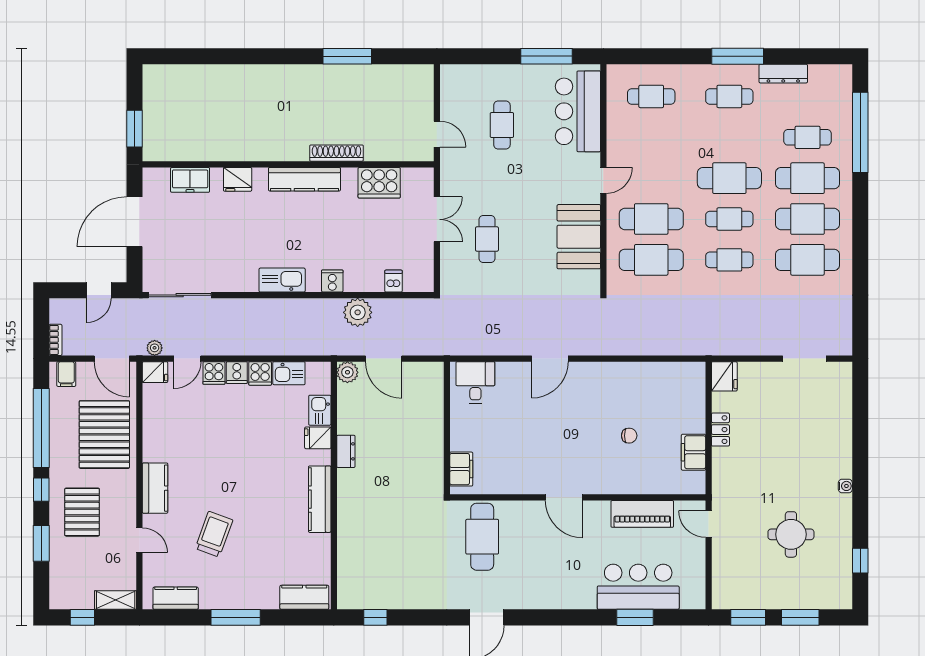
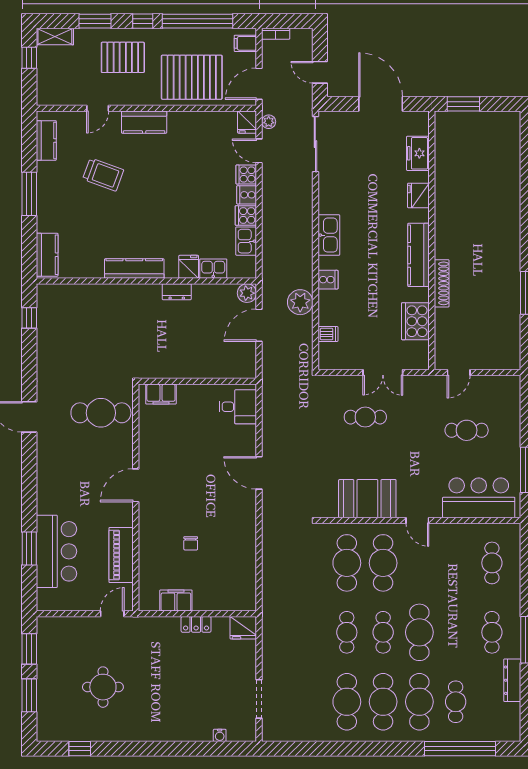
water cooler: (845, 486) -> (220, 735), moved
shelving: (116, 600) -> (55, 37), moved, turned 90

